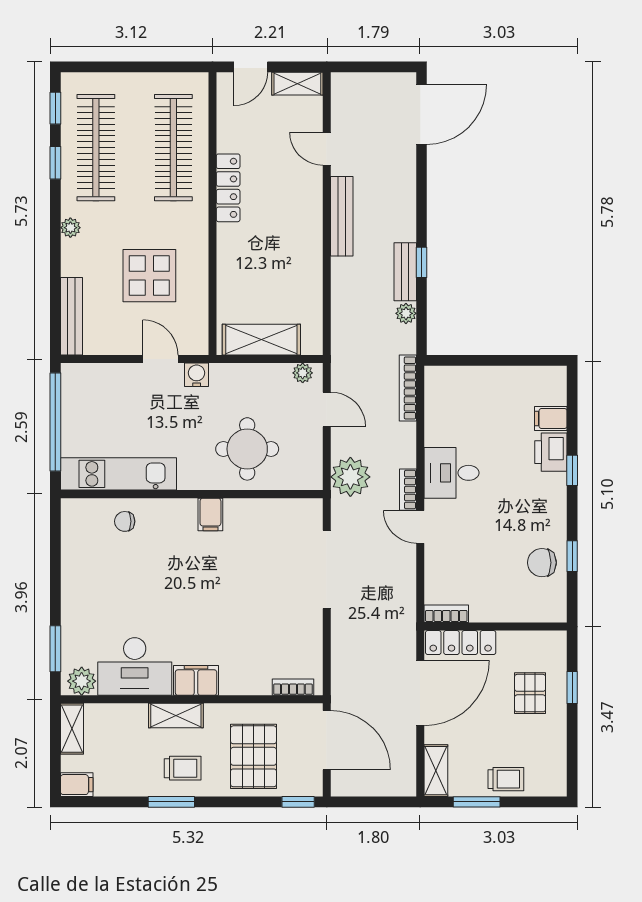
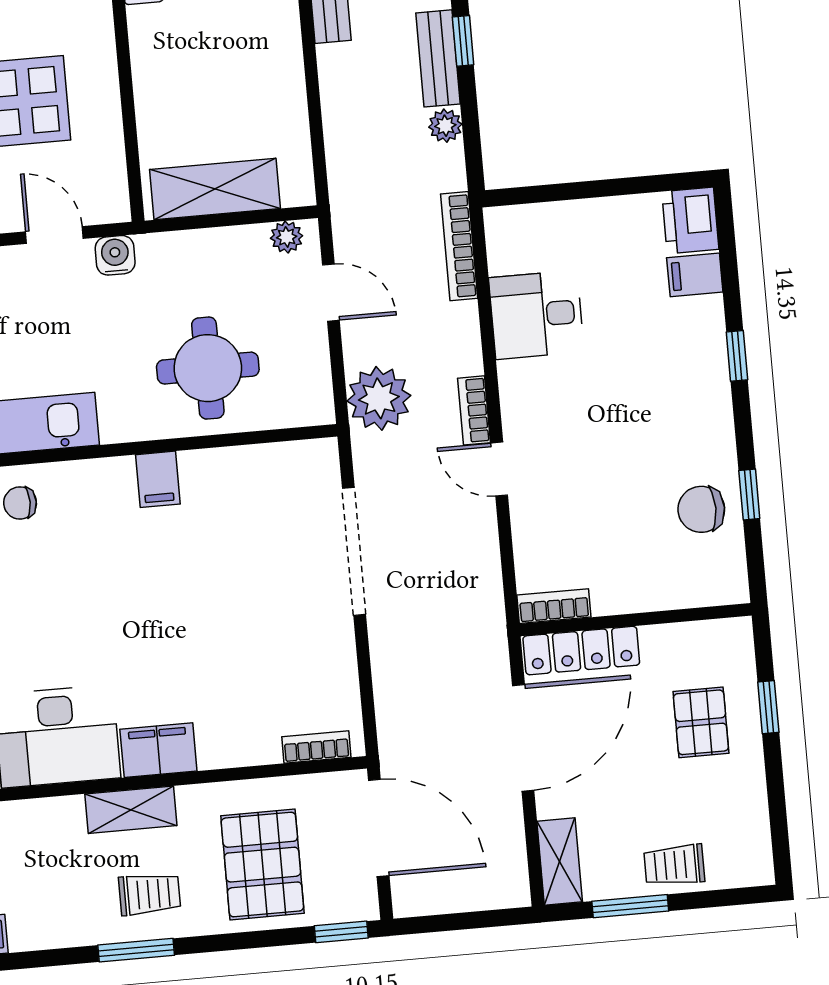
printer: (551, 452) -> (690, 220), moved
desk: (452, 473) -> (536, 315), moved
trolley: (506, 779) -> (674, 865), turned 180

